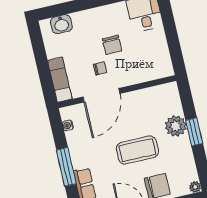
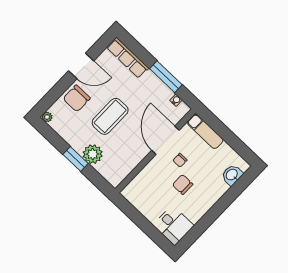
window: (66, 167) -> (166, 77), moved

